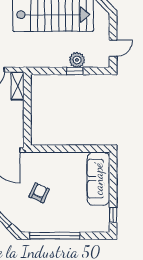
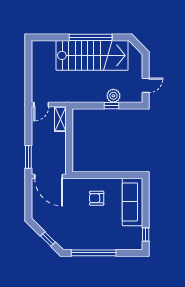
armchair: (39, 193) -> (97, 198), moved, turned -114

